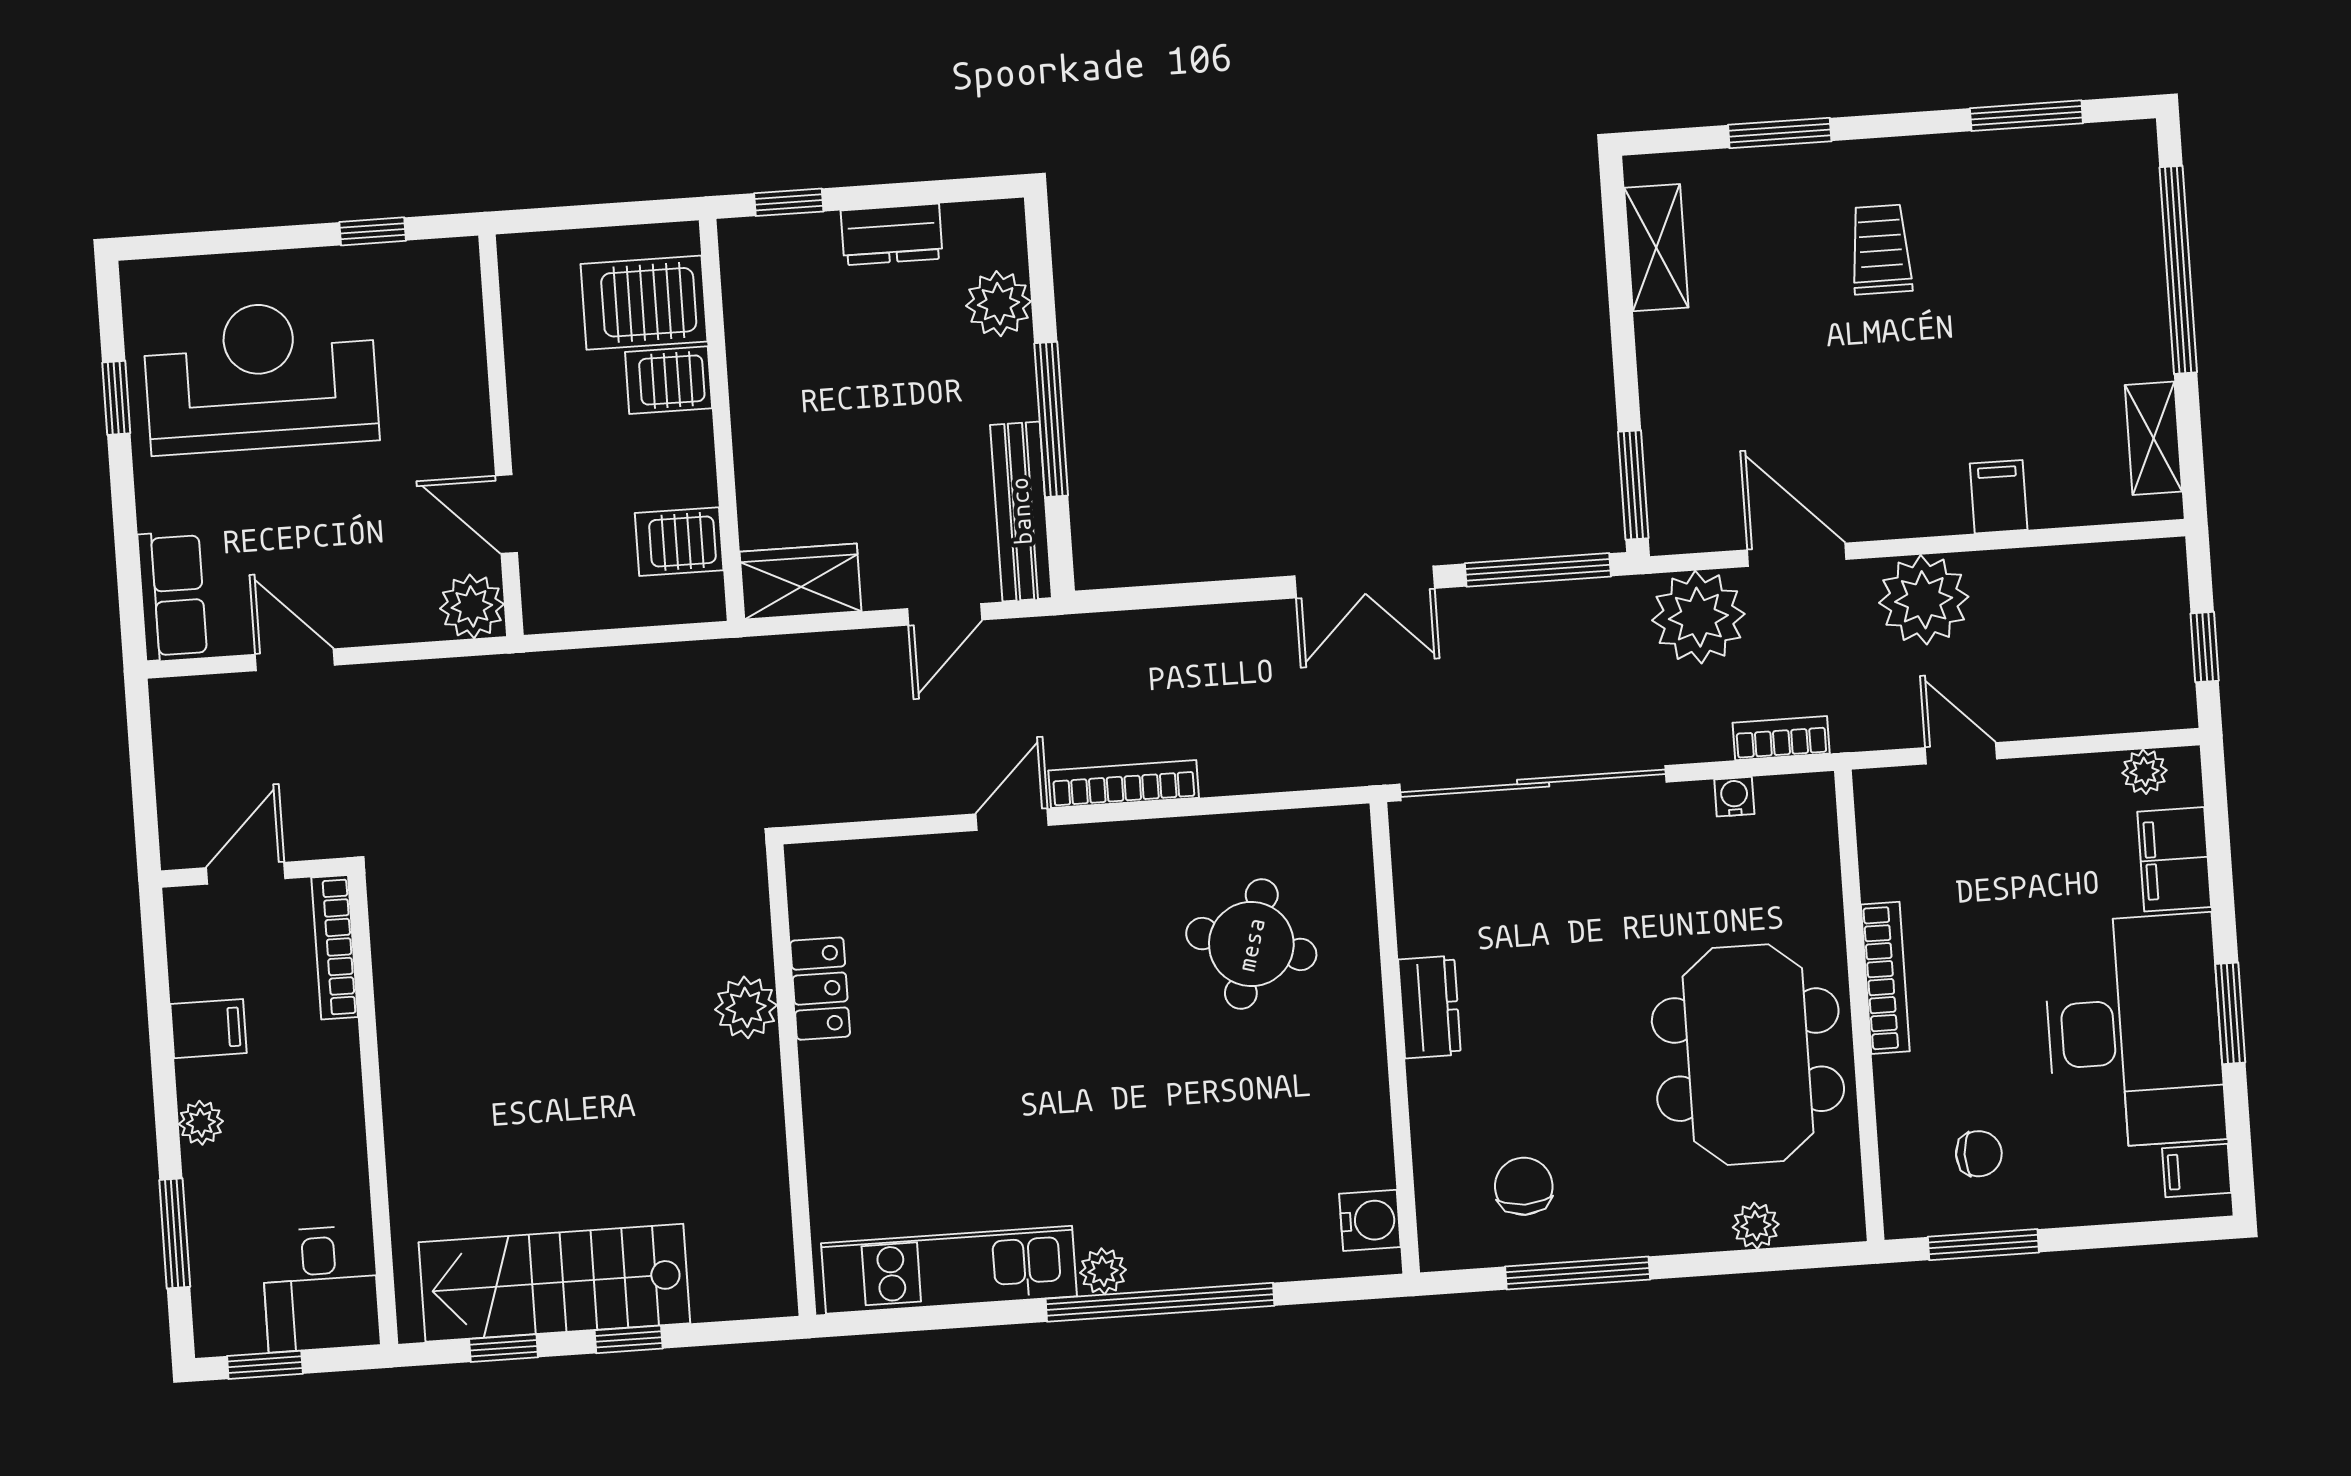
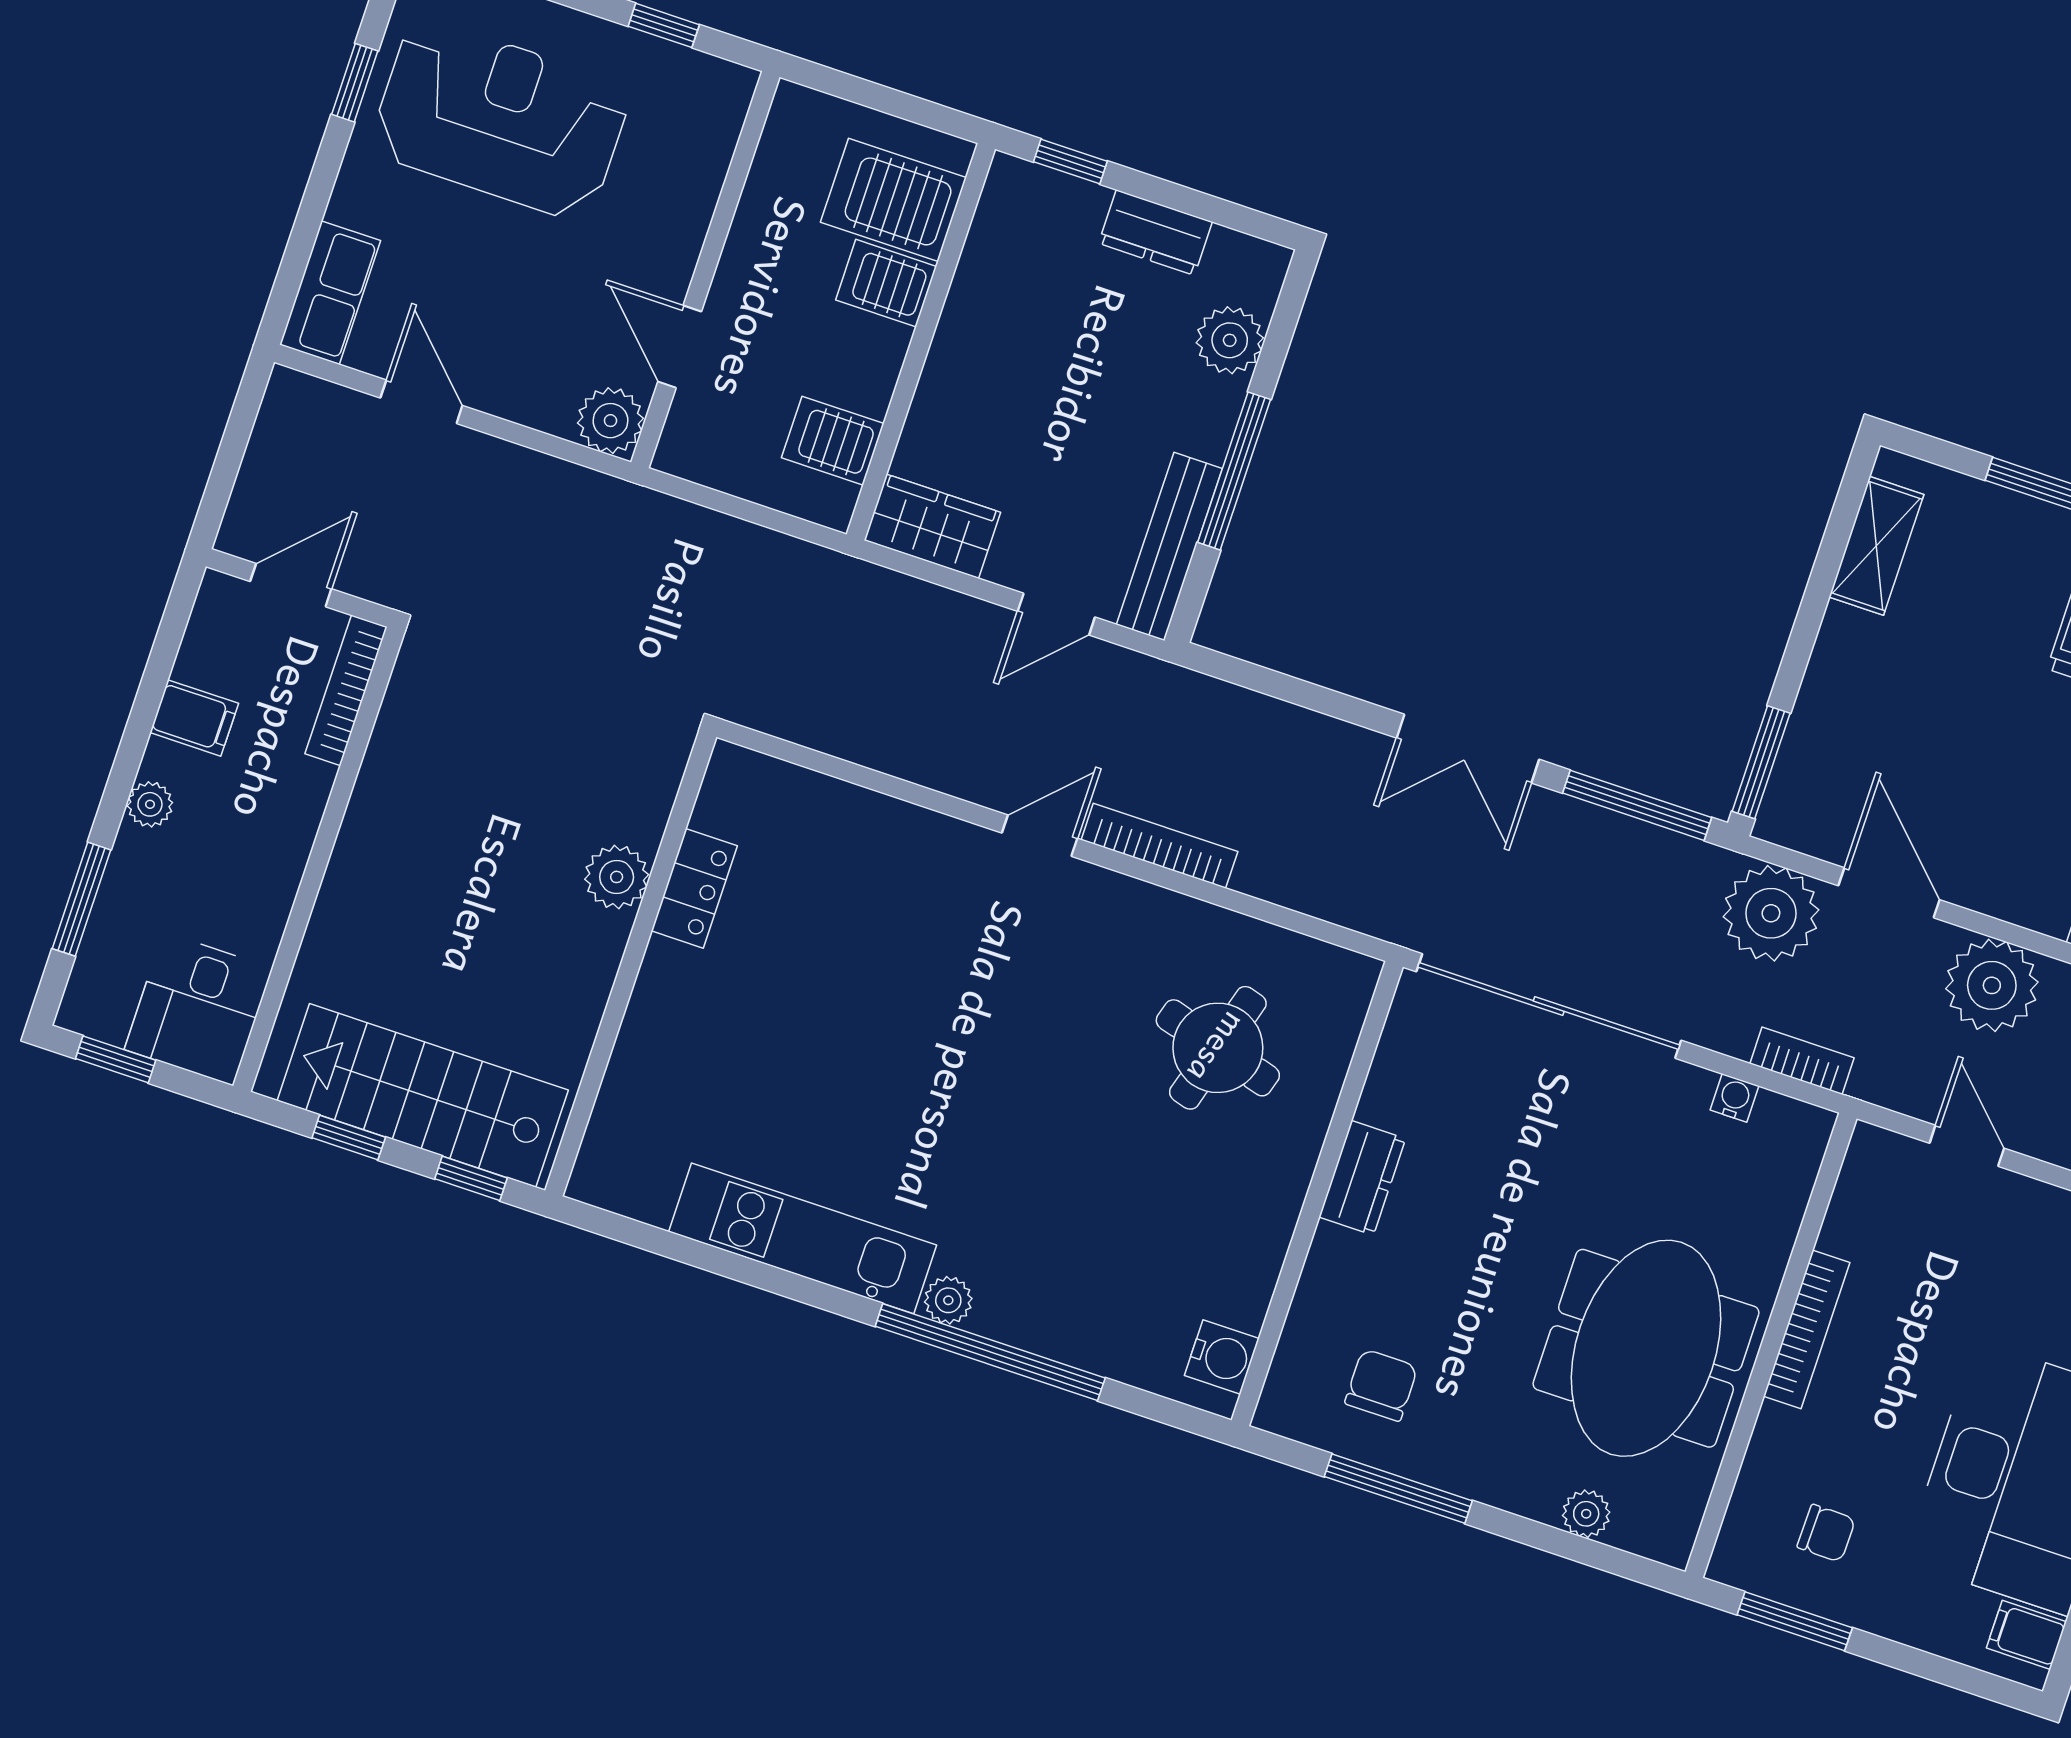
locker: (820, 989) -> (694, 888), moved
plant: (746, 1007) -> (617, 877), moved
wall: (791, 1080) -> (631, 964), moved

